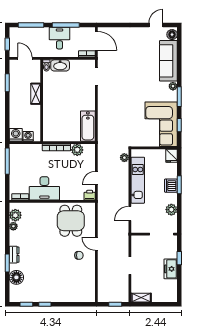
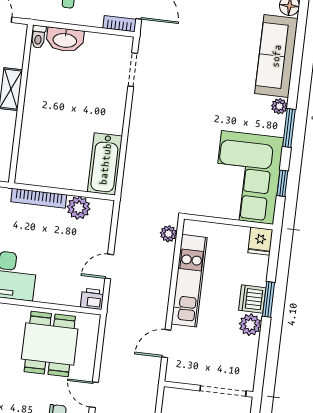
plant: (171, 210) -> (250, 325), moved

